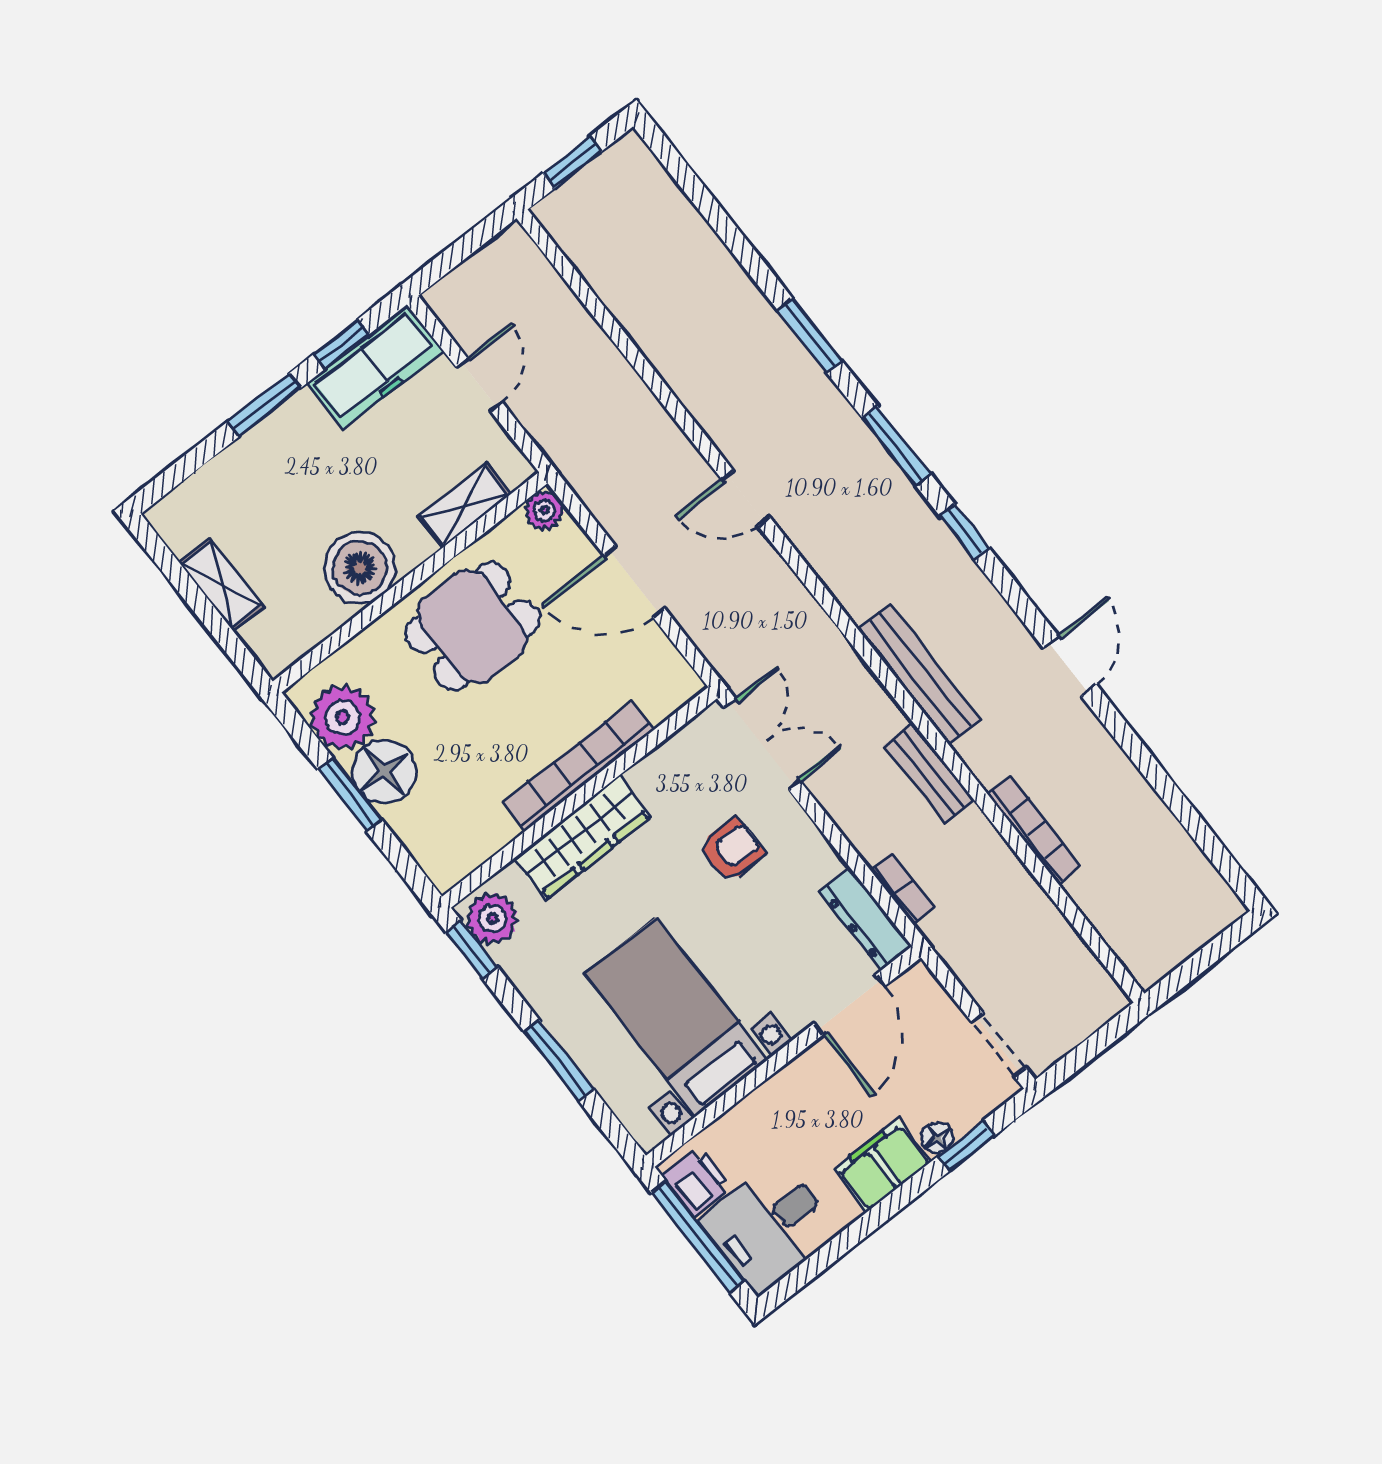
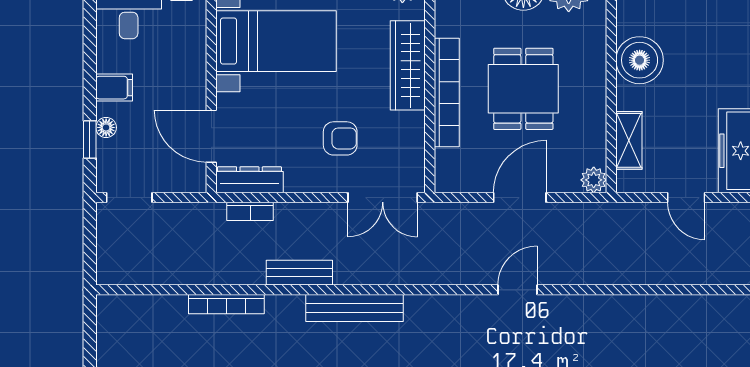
dining table: (472, 626) -> (523, 89), moved
armchair: (732, 850) -> (340, 138), turned -90
filing cabinet: (882, 1165) -> (114, 88), width x0.50

